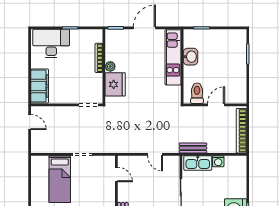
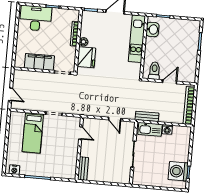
washbasin: (190, 57) -> (152, 29), moved
filing cabinet: (40, 86) -> (39, 62), moved, turned -90
door: (30, 122) -> (11, 94), moved

